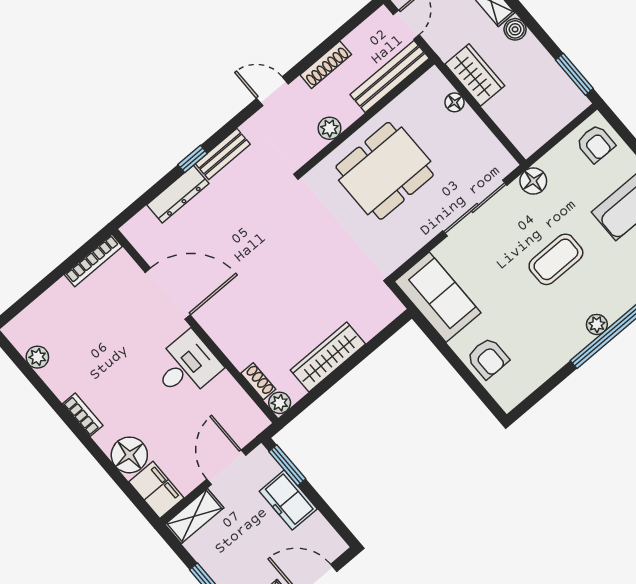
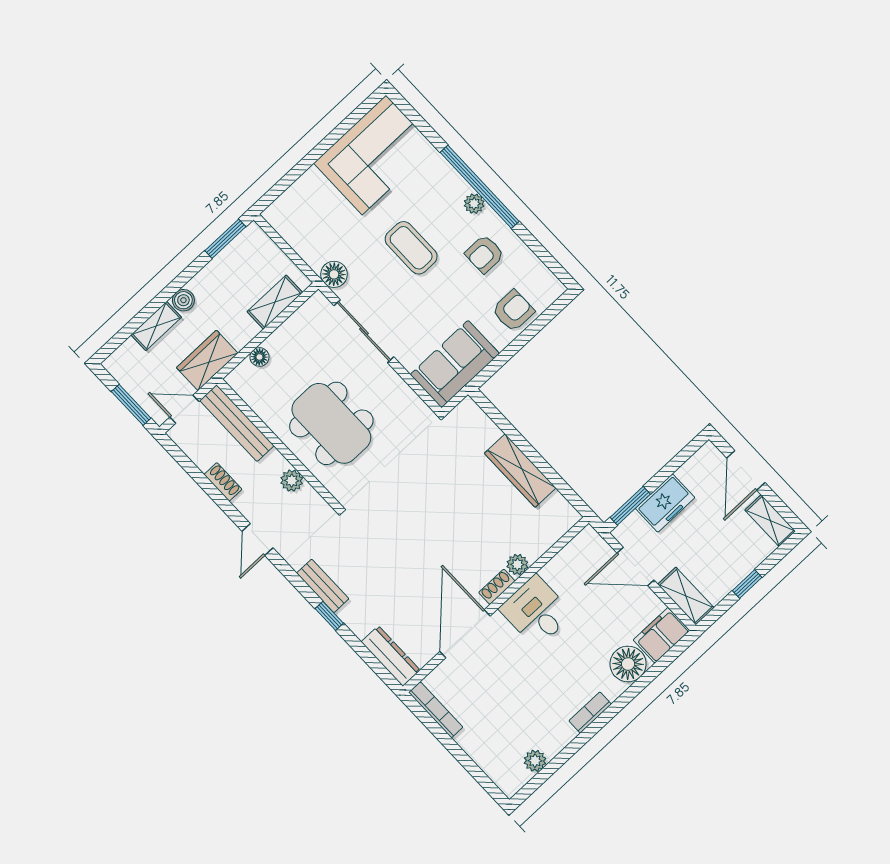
shoe rack: (326, 65) -> (223, 482), width x0.70
wardrobe: (475, 75) -> (207, 360), moved
shelving: (509, 121) -> (275, 302), added
armchair: (596, 144) -> (484, 254), moved, turned 180
dresser: (178, 194) -> (391, 656), moved
shoe rack: (258, 381) -> (497, 587), moved
plant: (280, 403) -> (517, 564), moved

